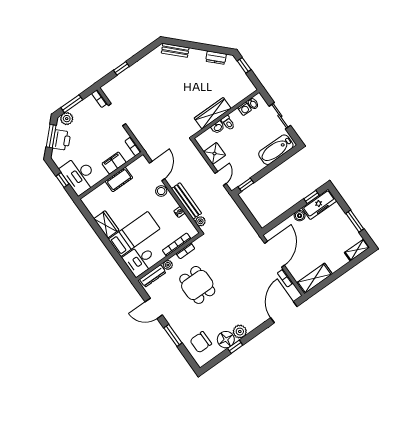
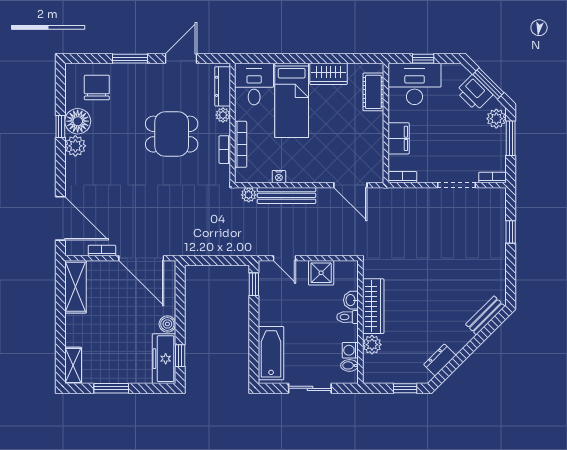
plant: (233, 99) -> (372, 345), added
cot: (119, 180) -> (373, 92), moved
stool: (161, 191) -> (321, 172), removed

